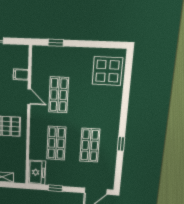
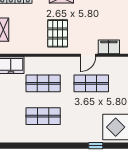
filing cabinet: (21, 74) -> (109, 47), width x2.00
window: (121, 144) -> (96, 146), moved

